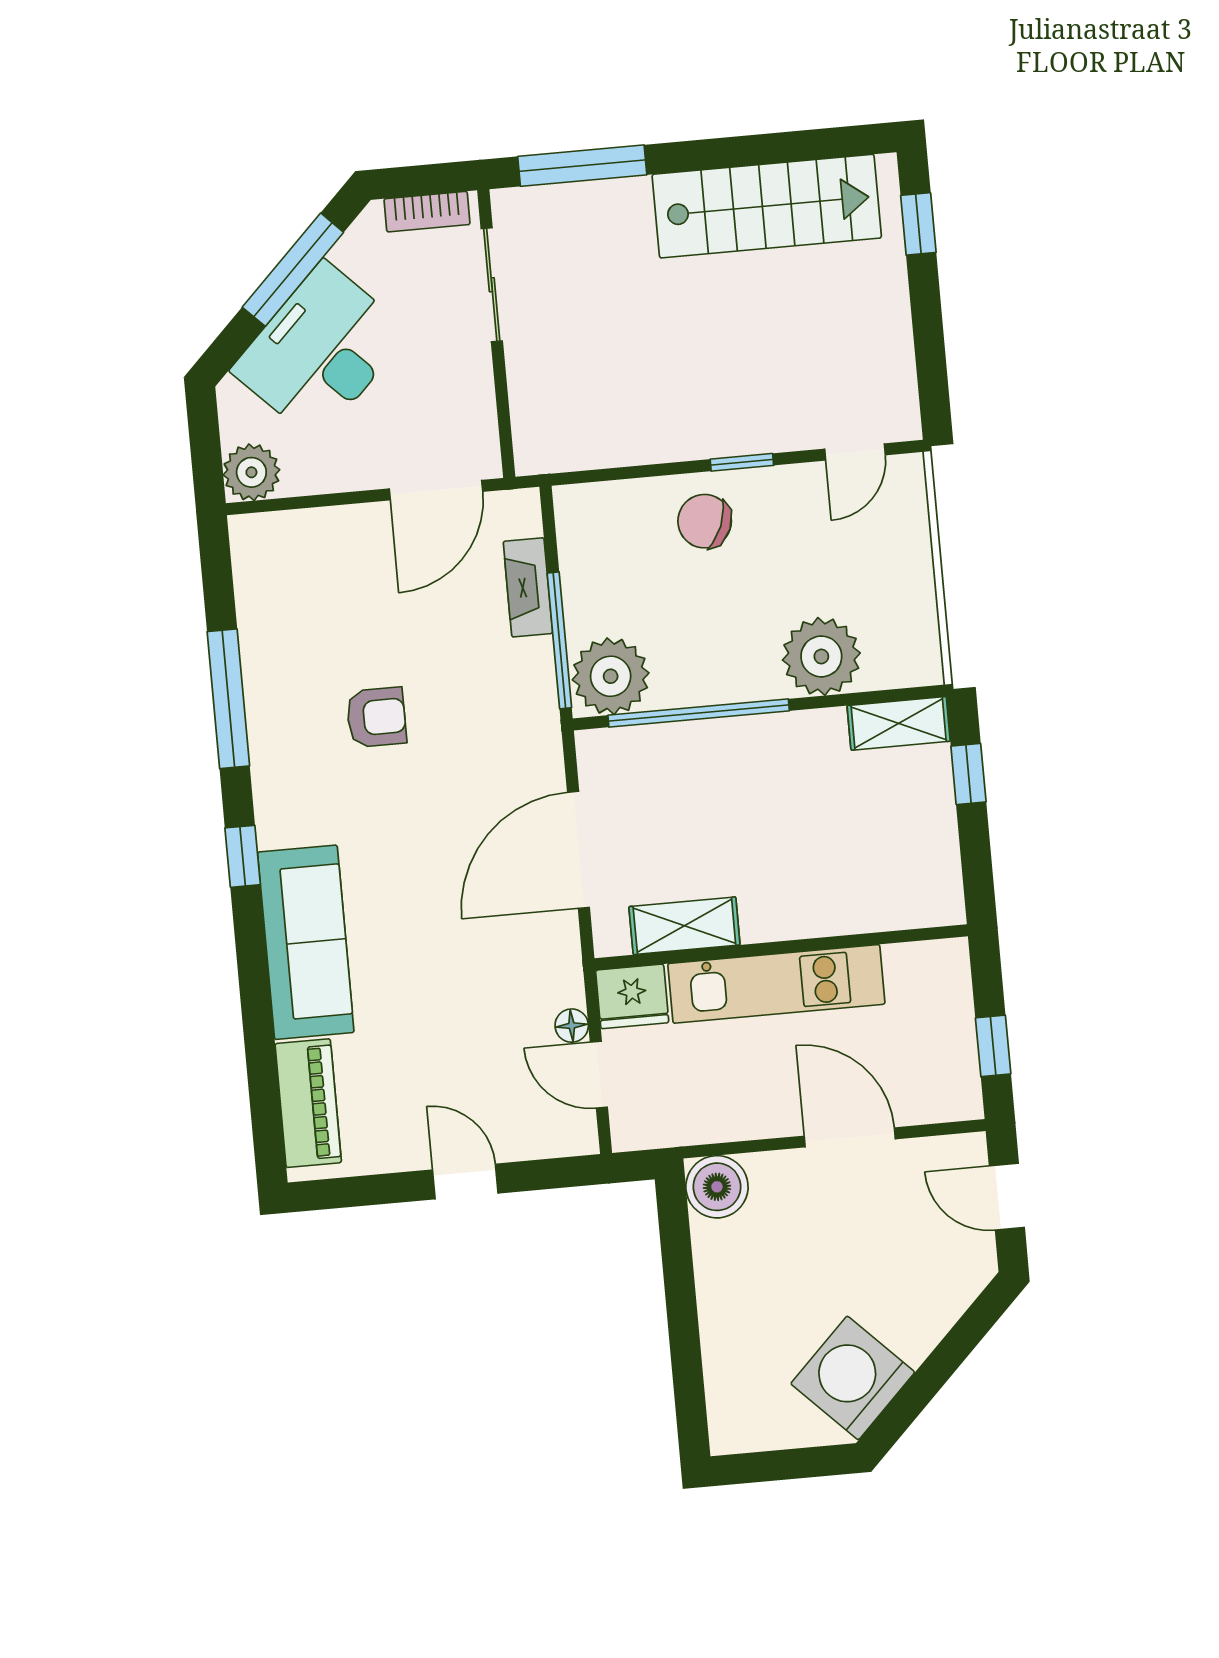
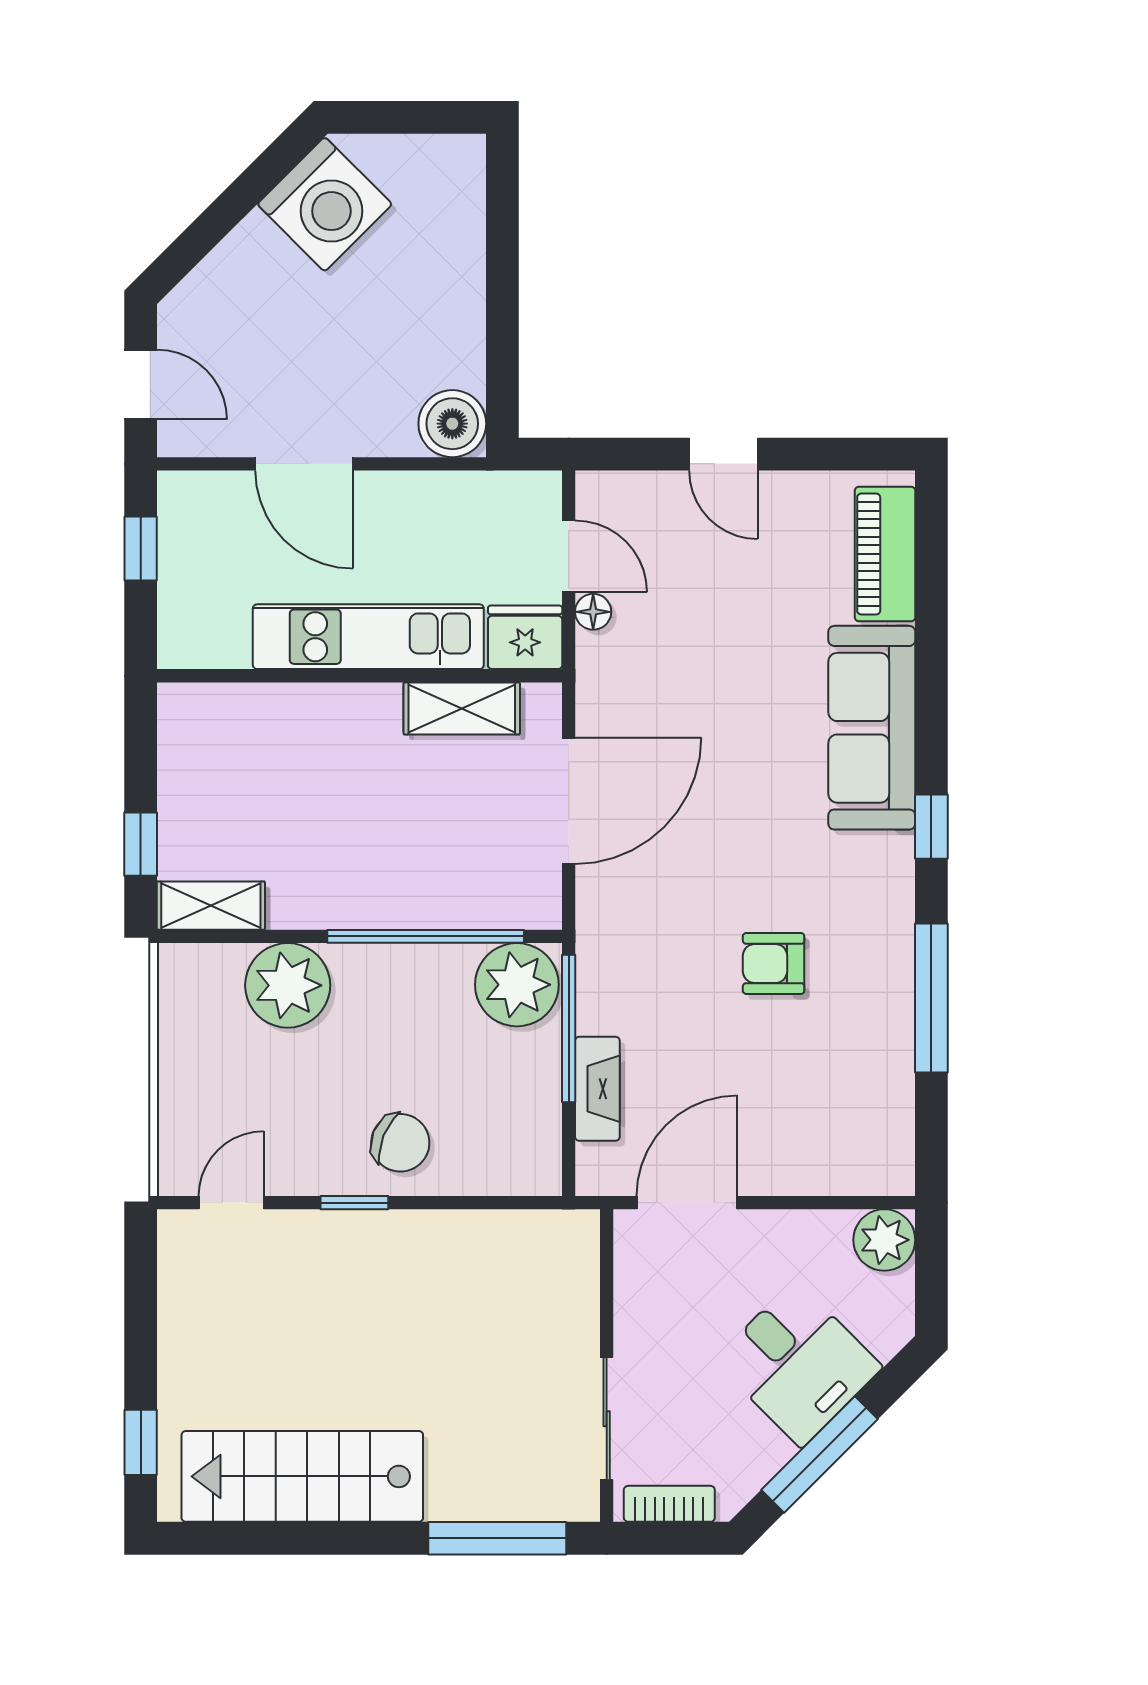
desk: (320, 351) -> (798, 1364), width x0.73

